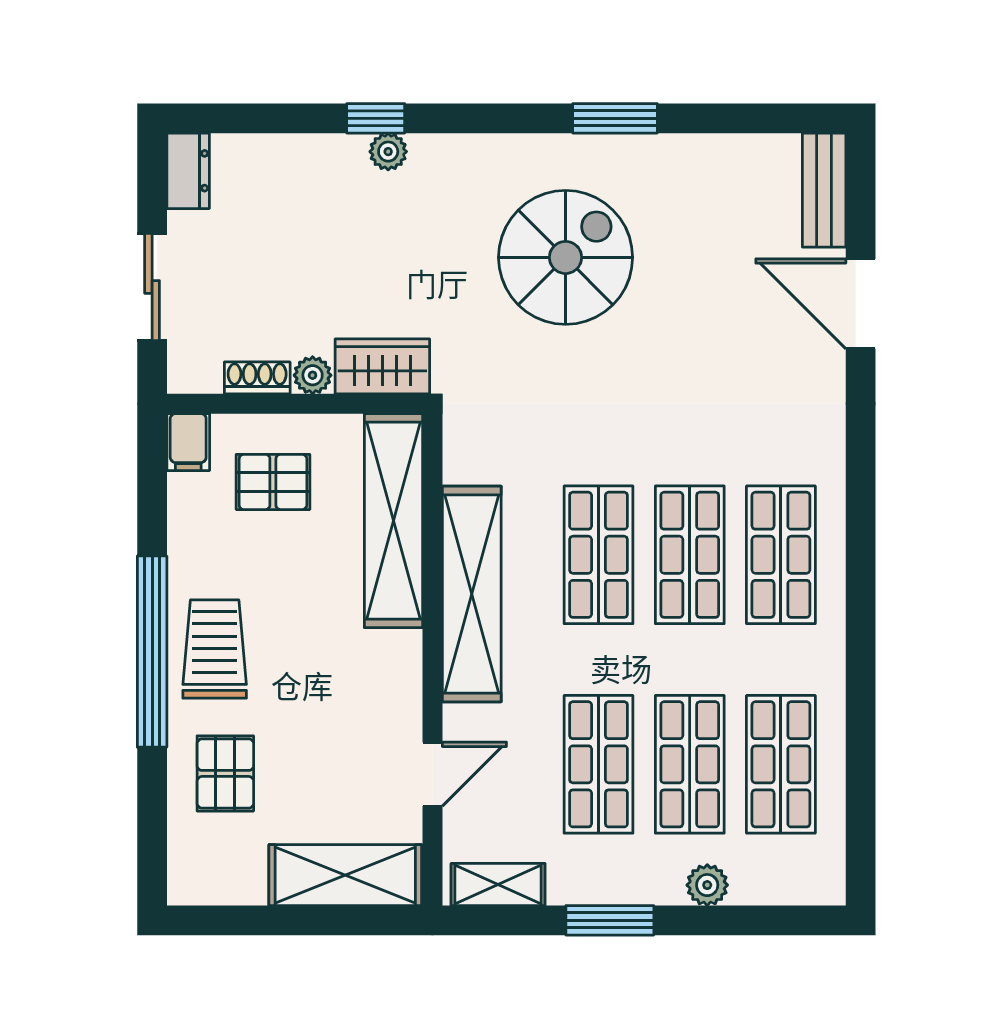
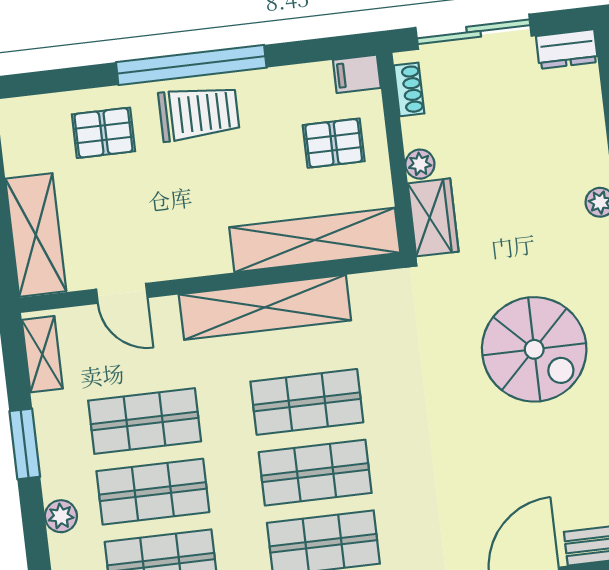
sliding door: (152, 287) -> (474, 32), width x1.37
shoe rack: (257, 378) -> (409, 89), moved
pallet: (273, 482) -> (334, 143), turned 90

